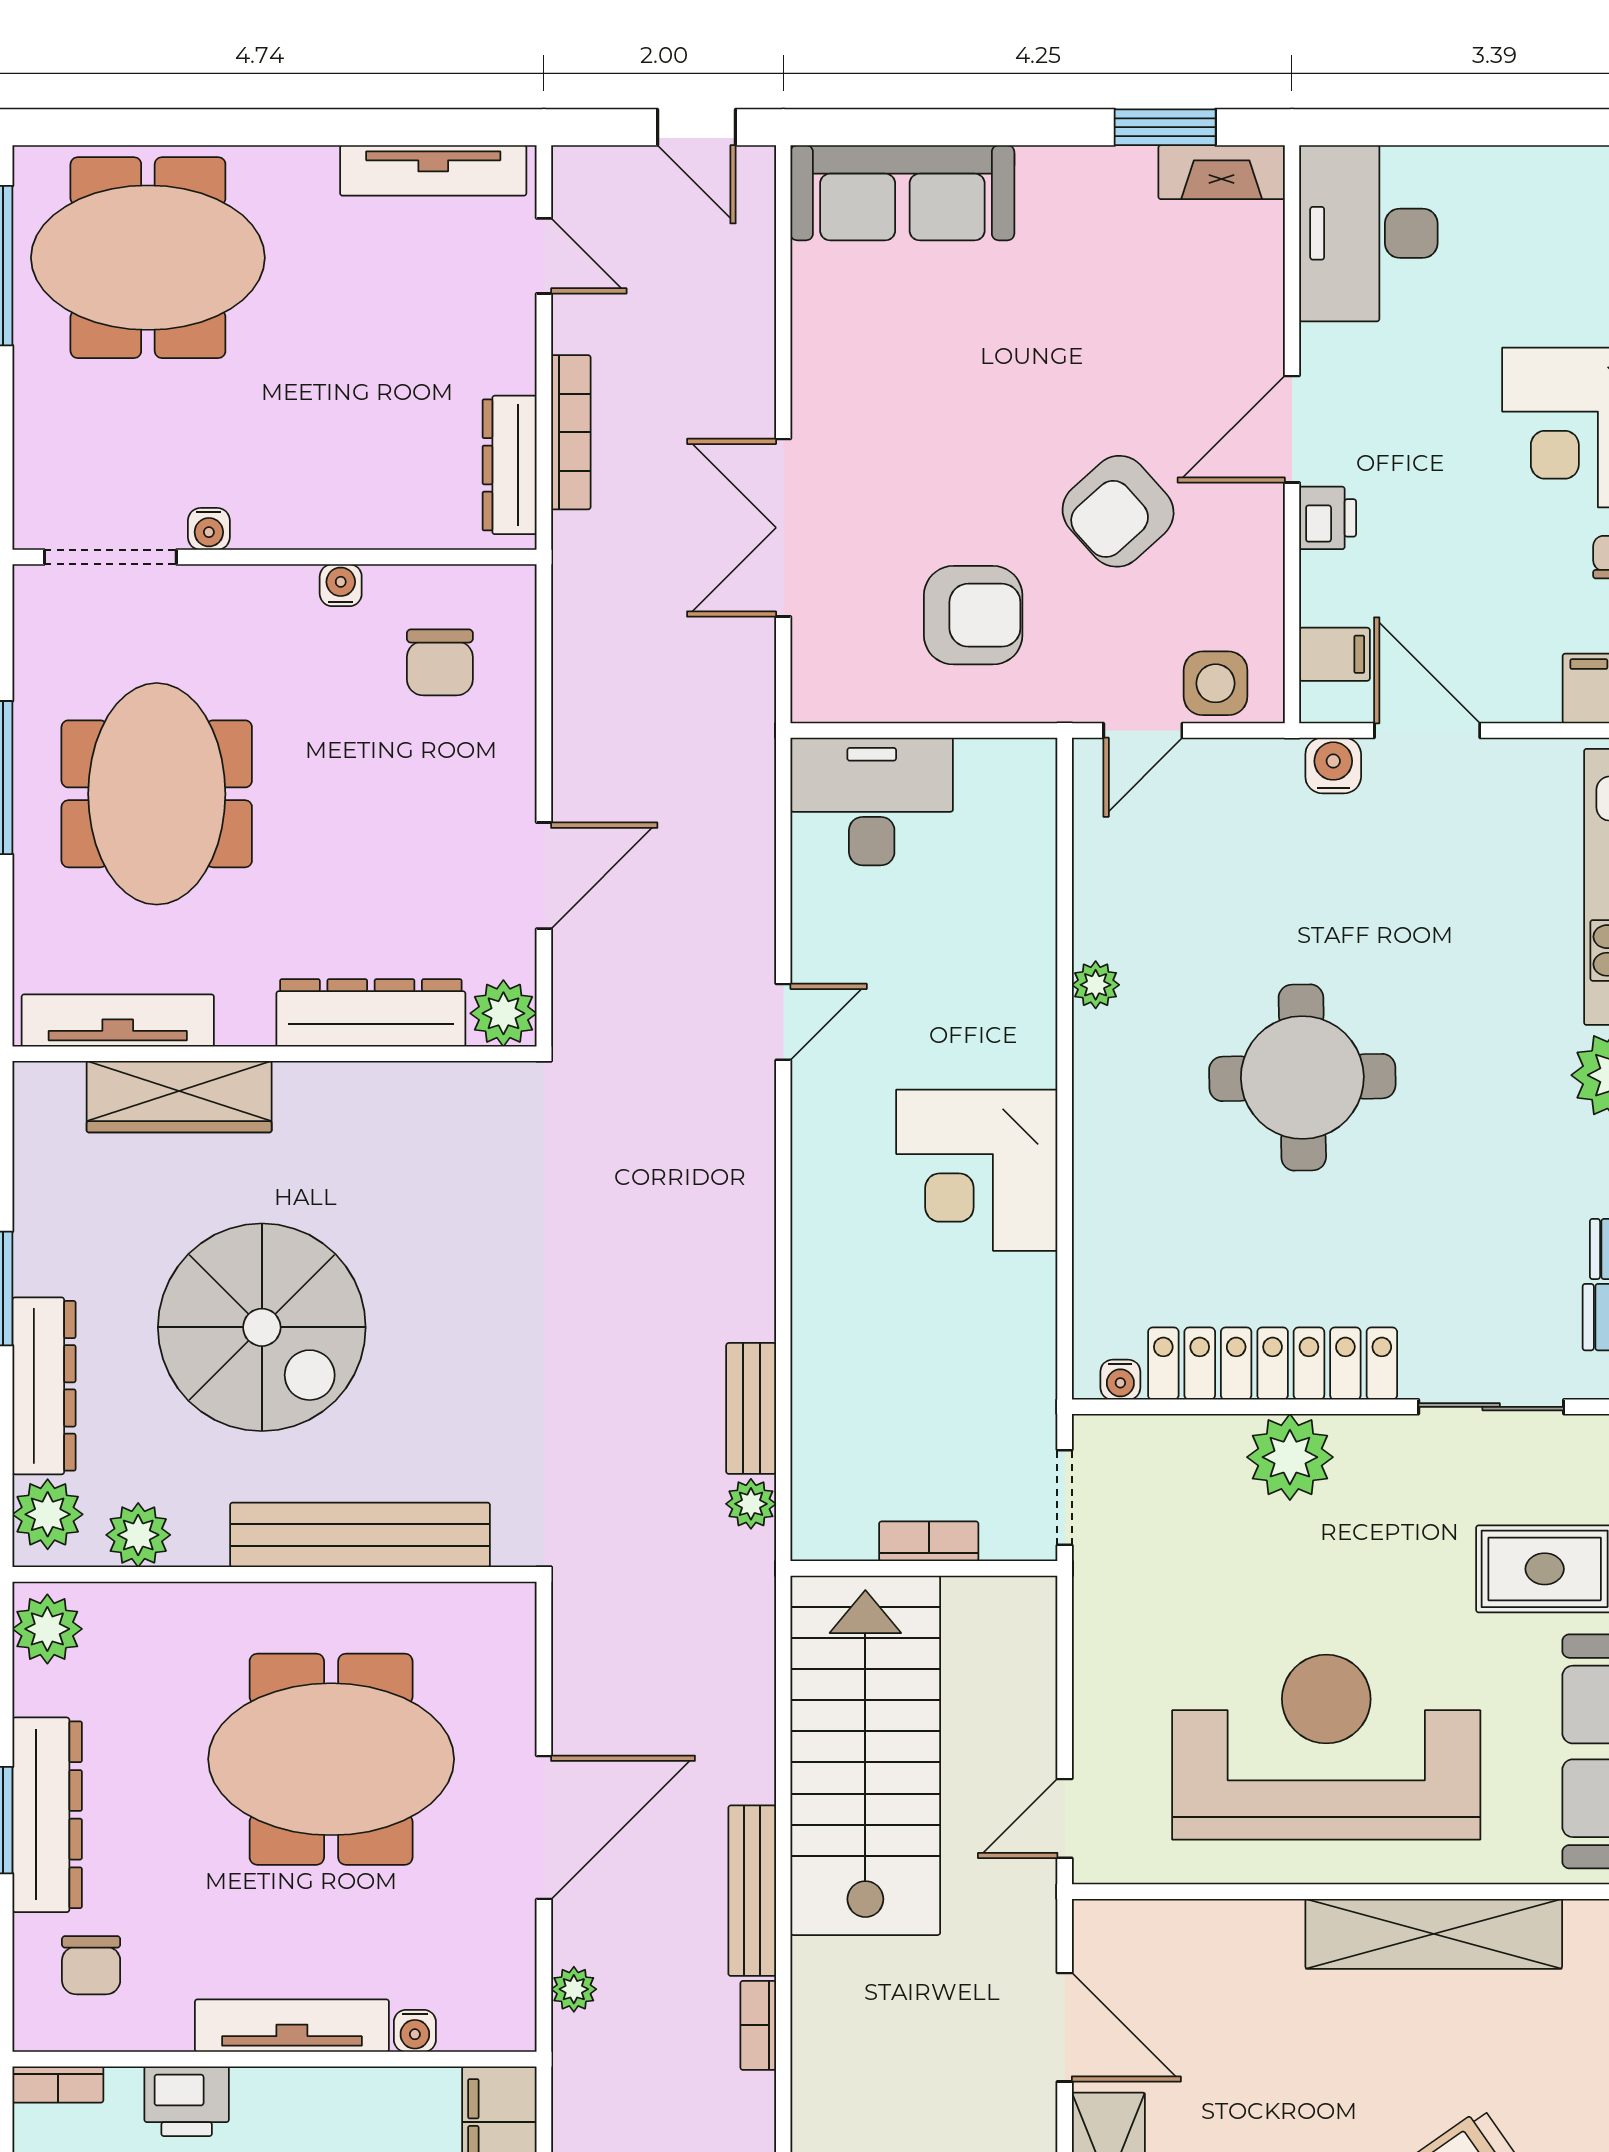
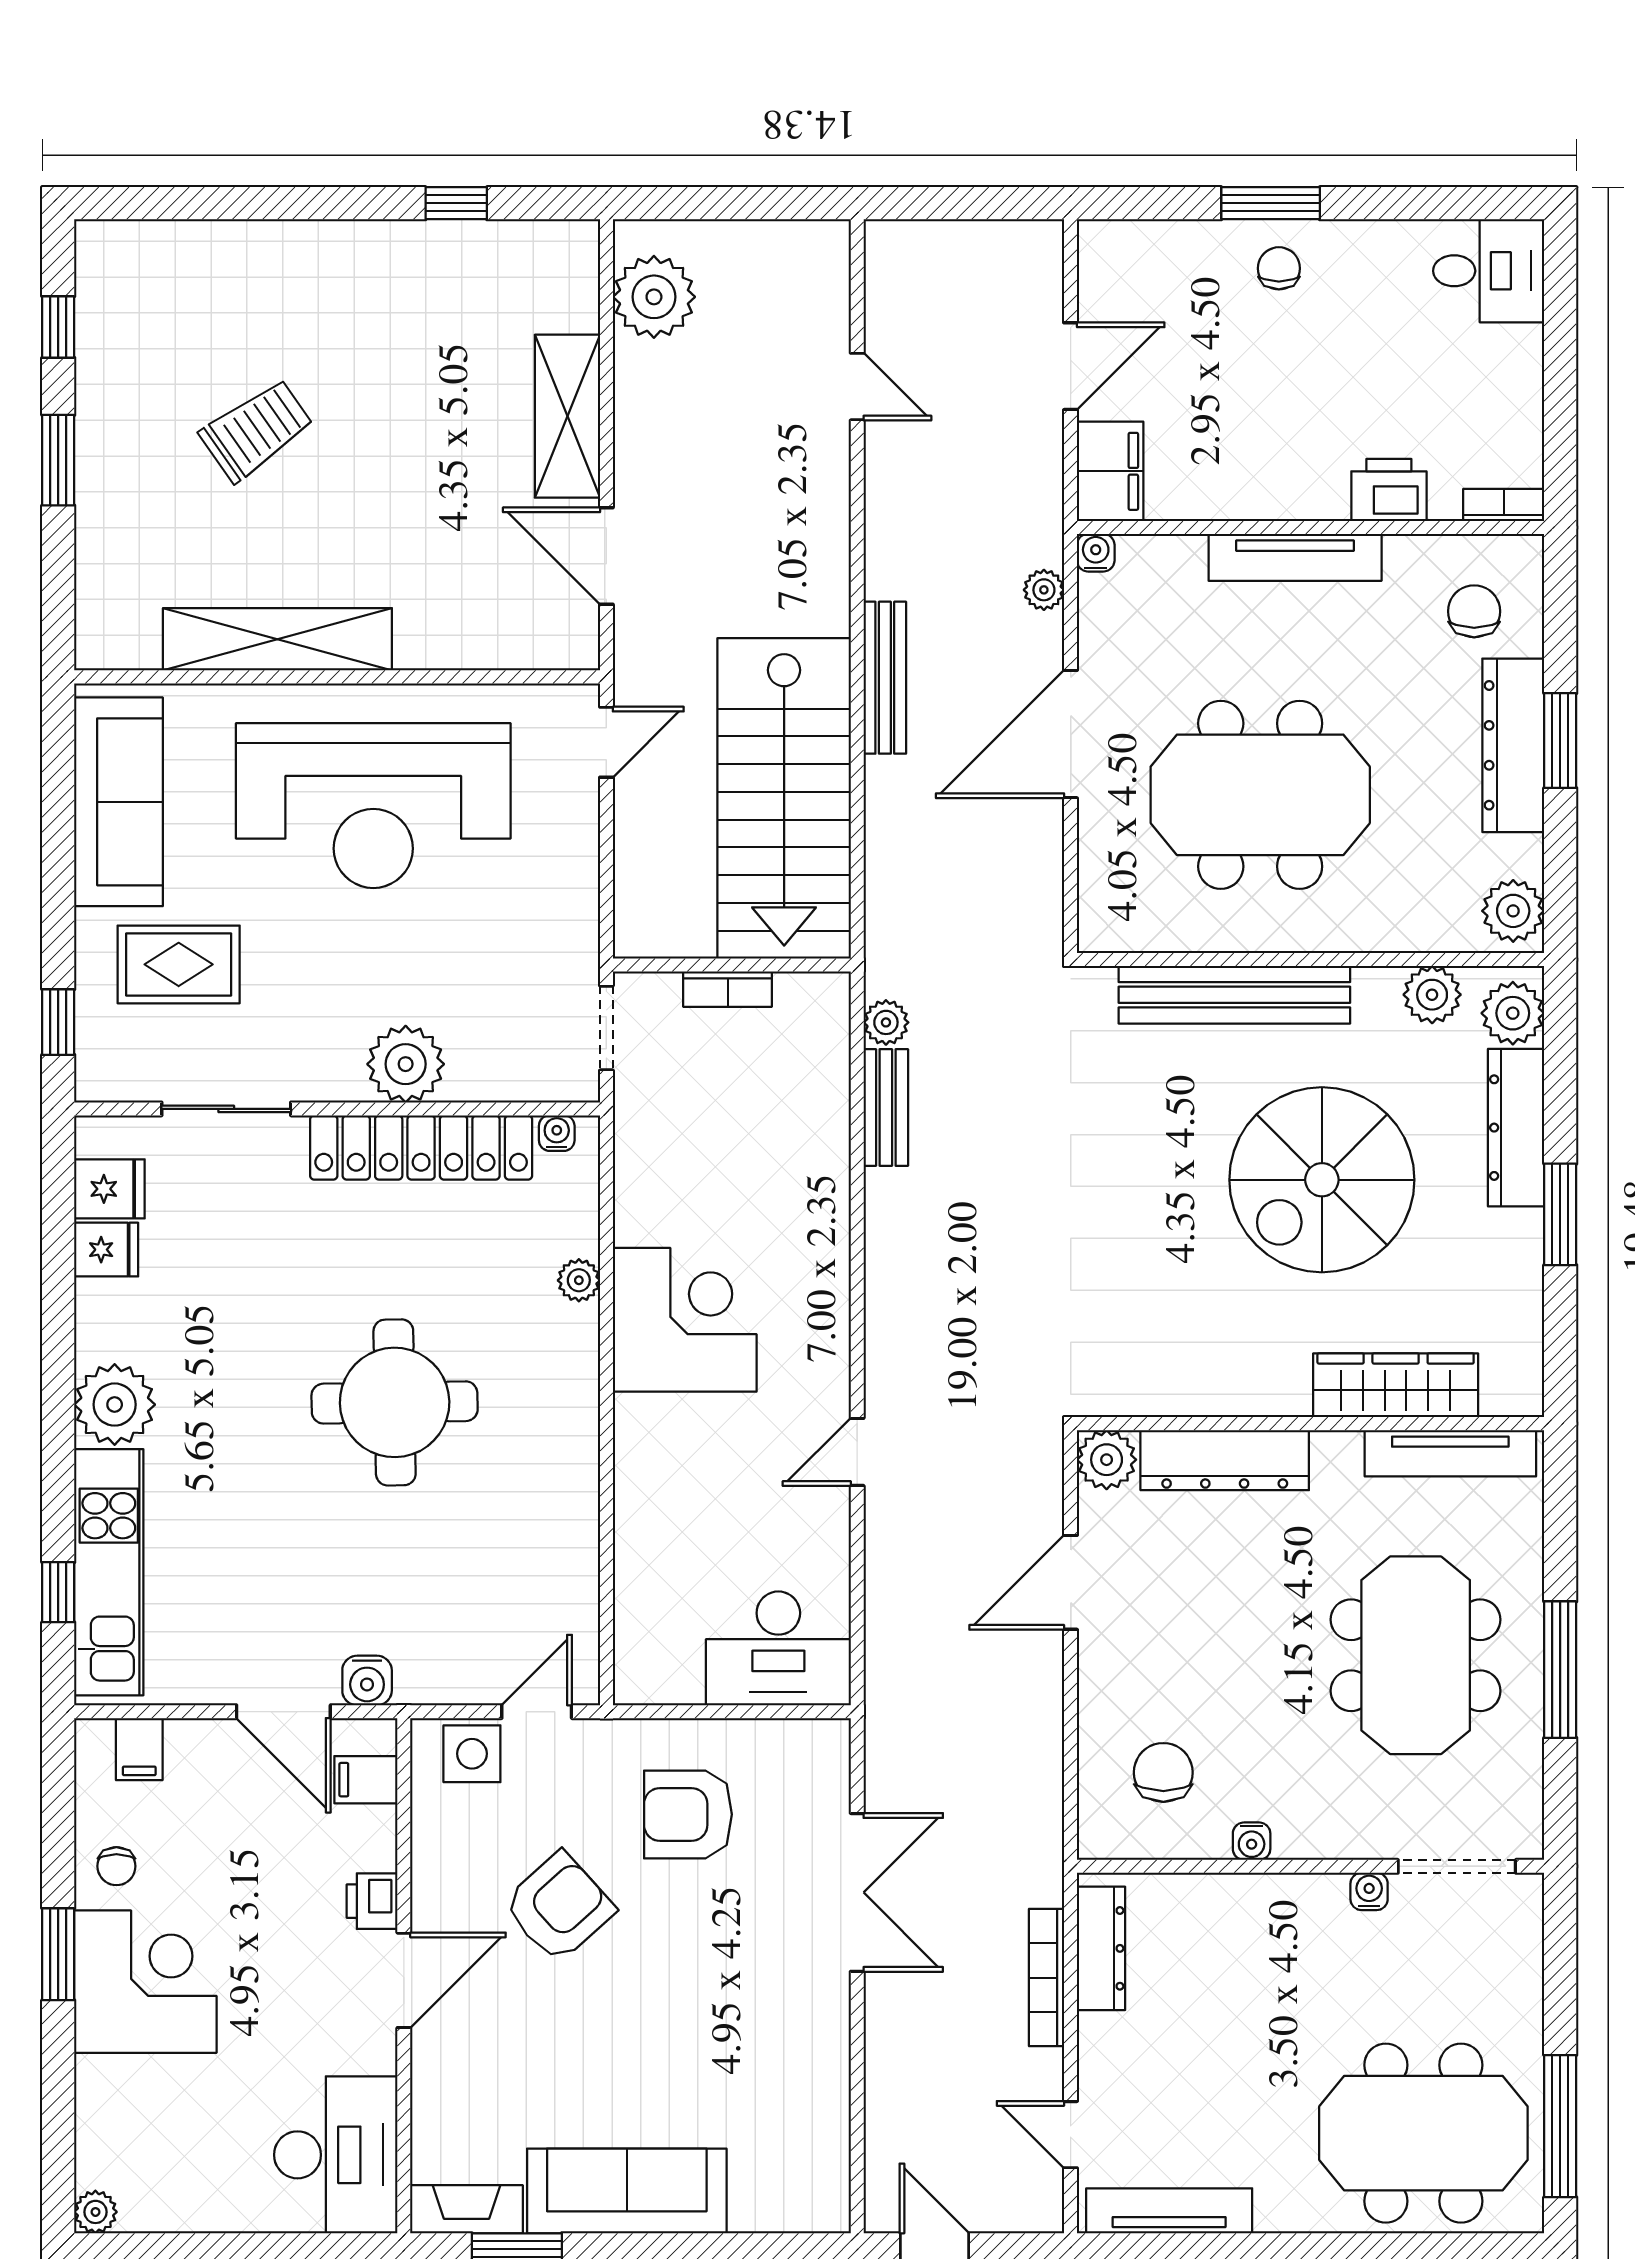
sofa: (902, 193) -> (627, 2191), moved
plant: (1096, 985) -> (579, 1280), moved
spiral stairs: (262, 1327) -> (1322, 1180), turned -90
bookcase: (758, 2025) -> (879, 558), removed
water cooler: (415, 2031) -> (1096, 553), moved

